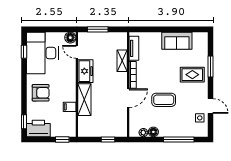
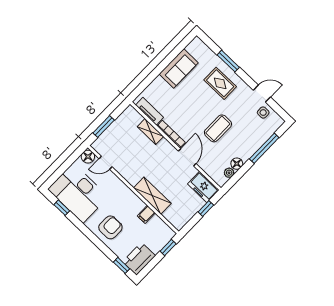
freezer: (85, 71) -> (203, 187), moved, turned 180
rug: (192, 75) -> (220, 83), turned 90

